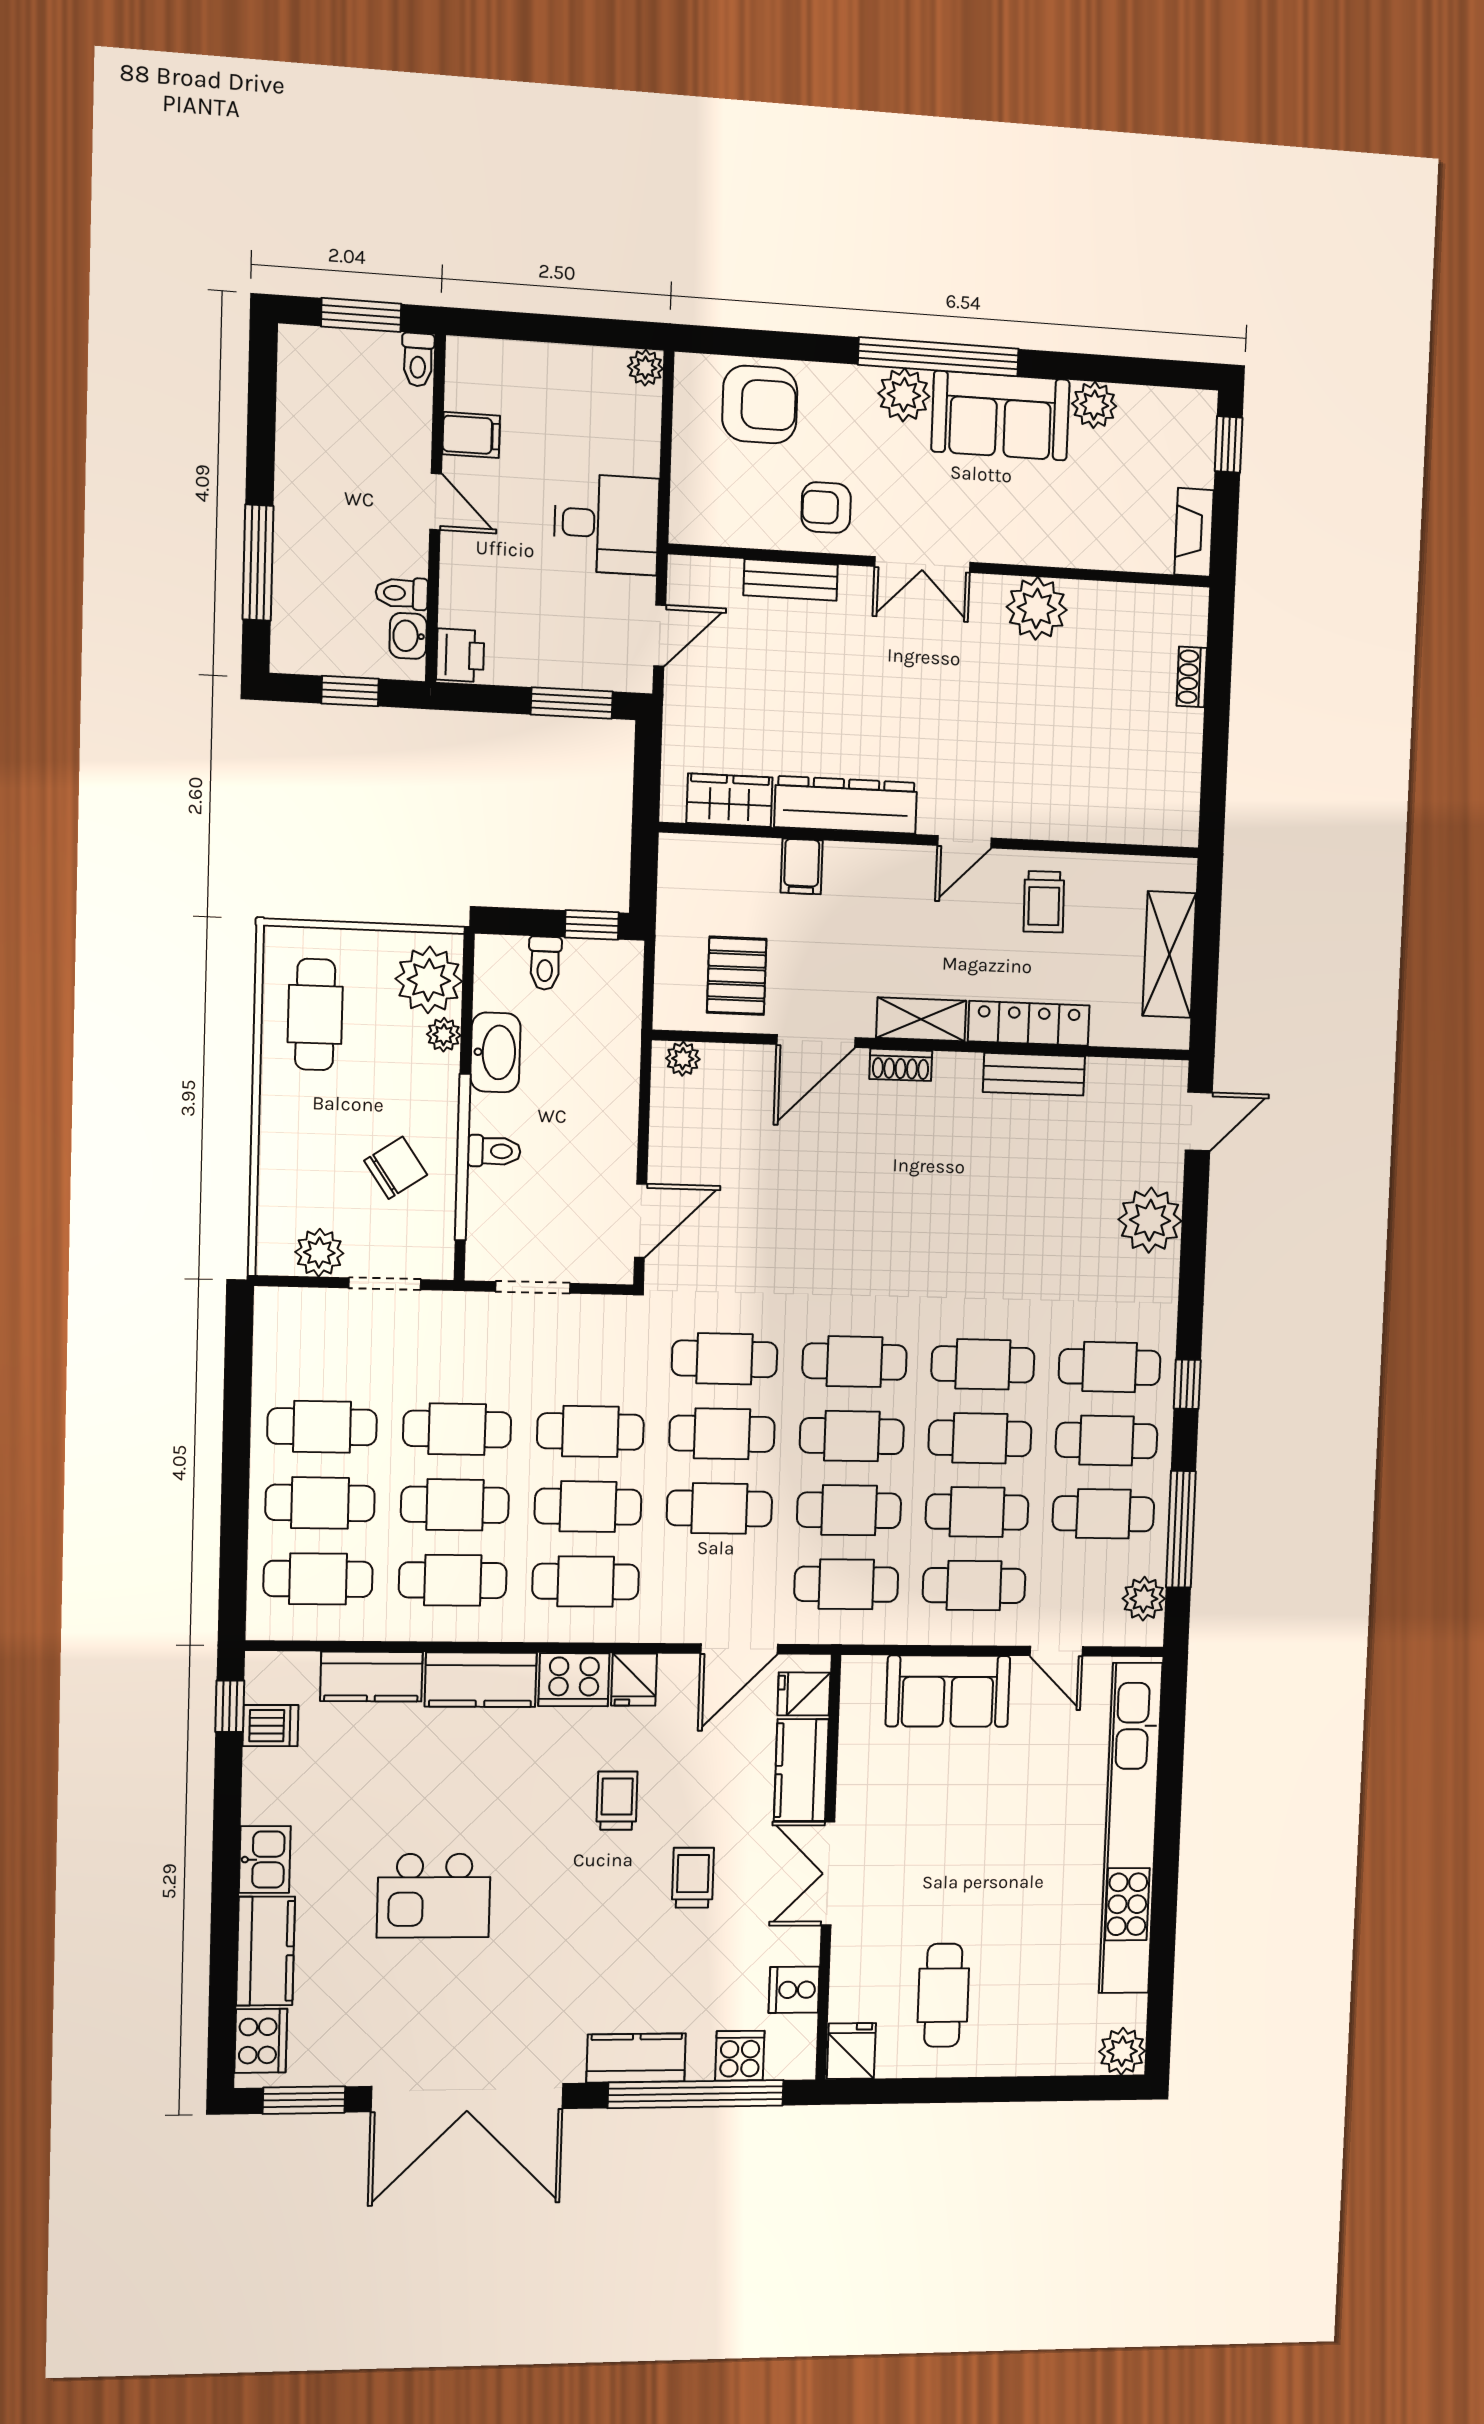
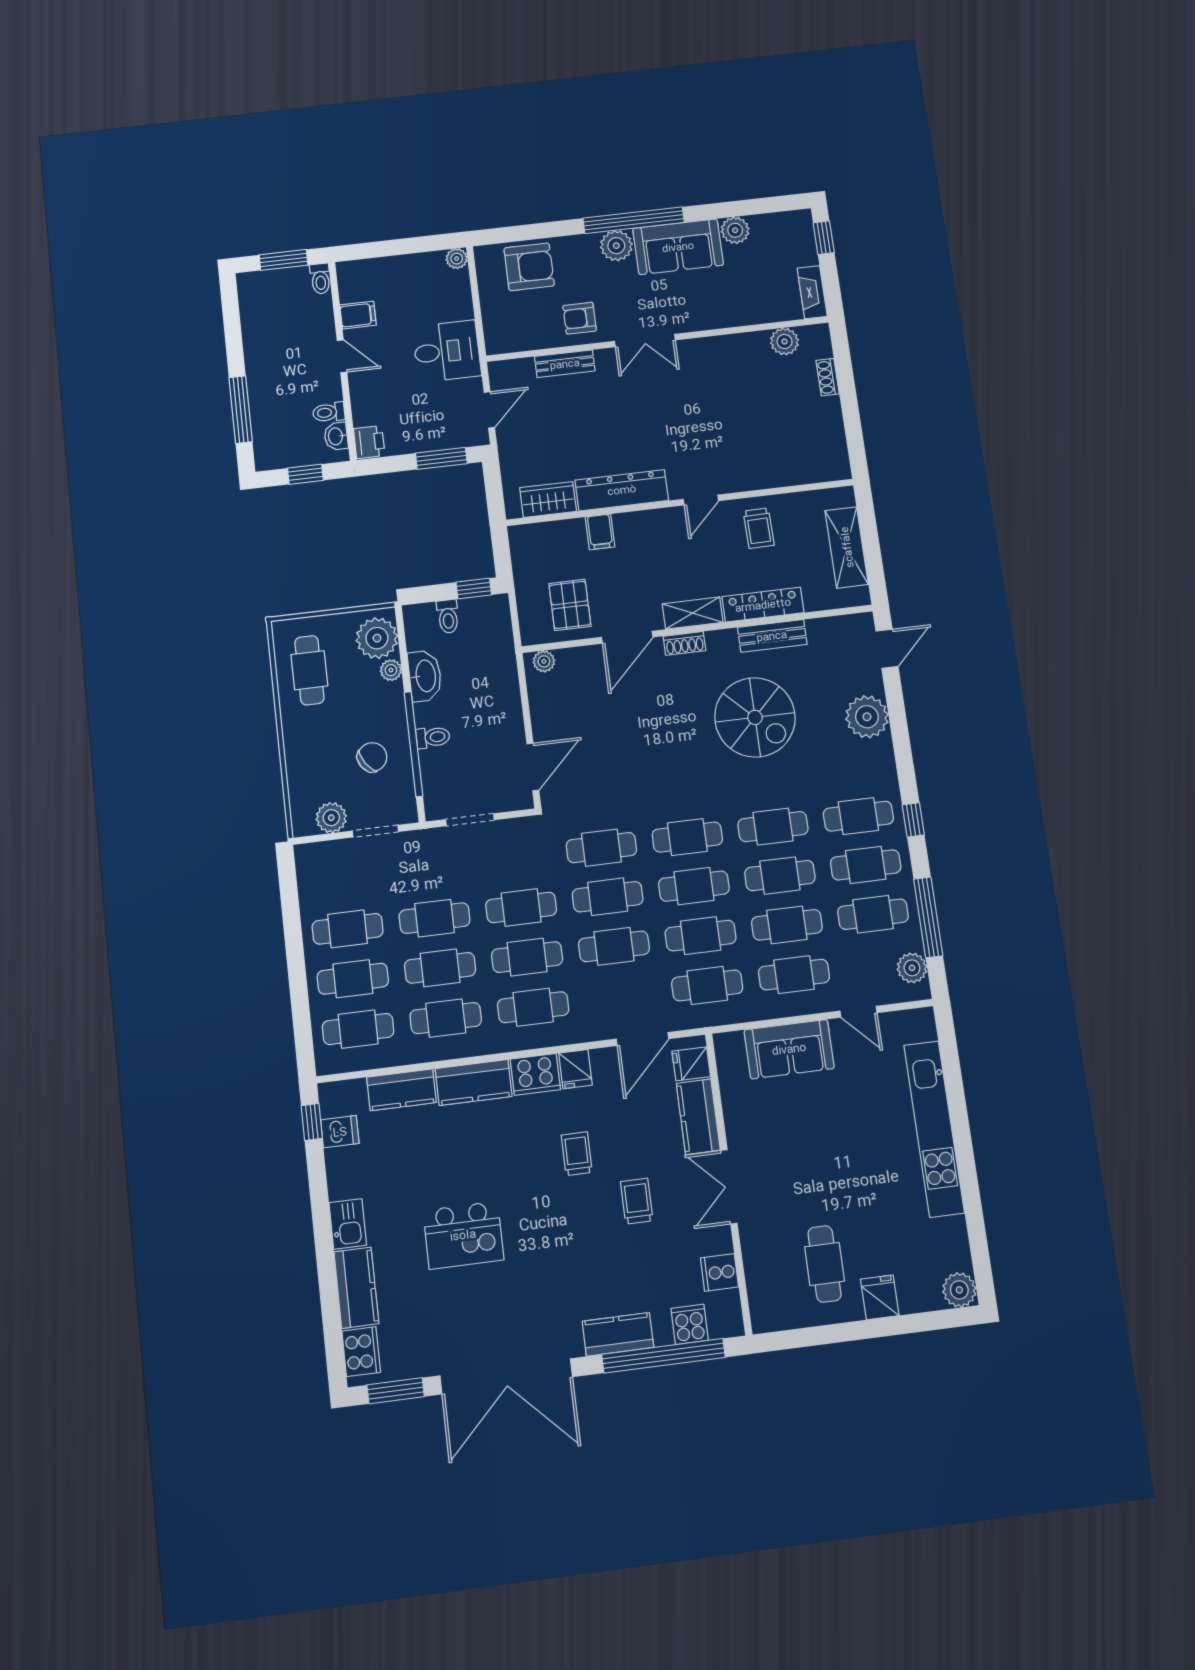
plant: (1037, 608) -> (785, 341), moved, width x0.73, depth x0.73
spiral stairs: (986, 1196) -> (755, 717), added
kitchen unit: (1131, 1828) -> (934, 1129), width x0.73
fridge: (851, 2051) -> (880, 1297), moved

